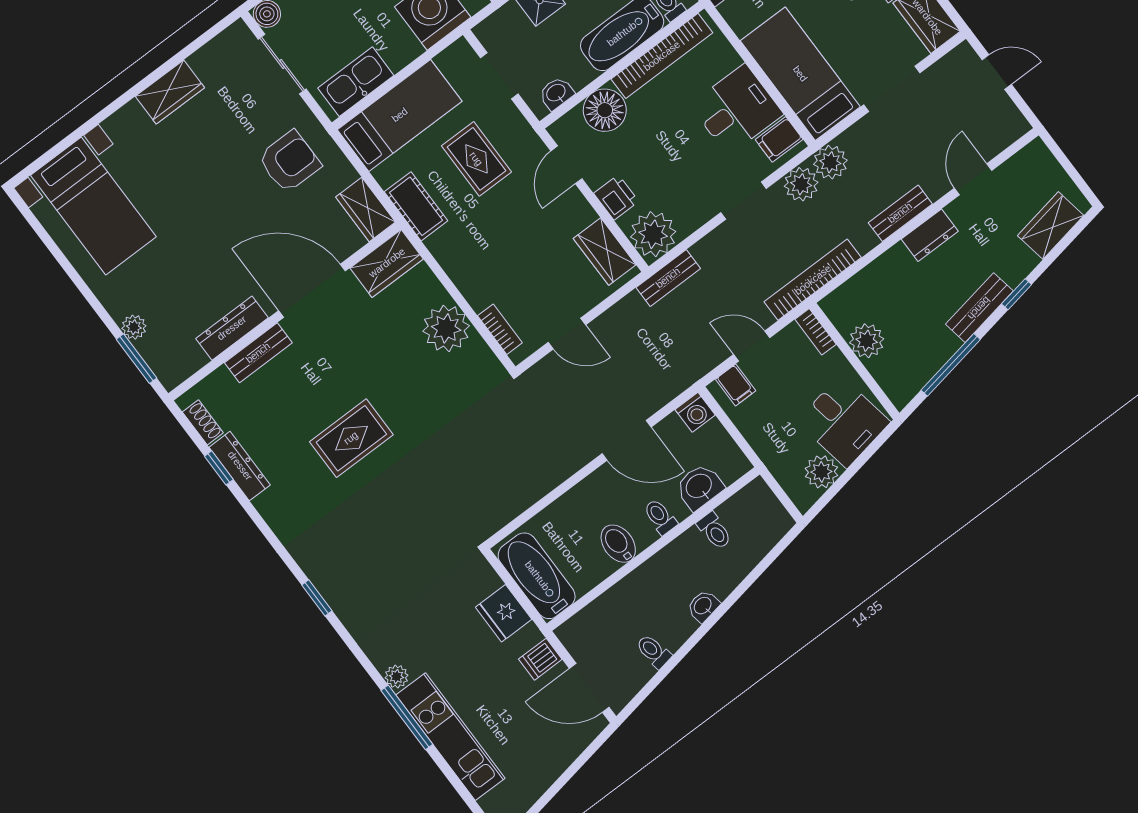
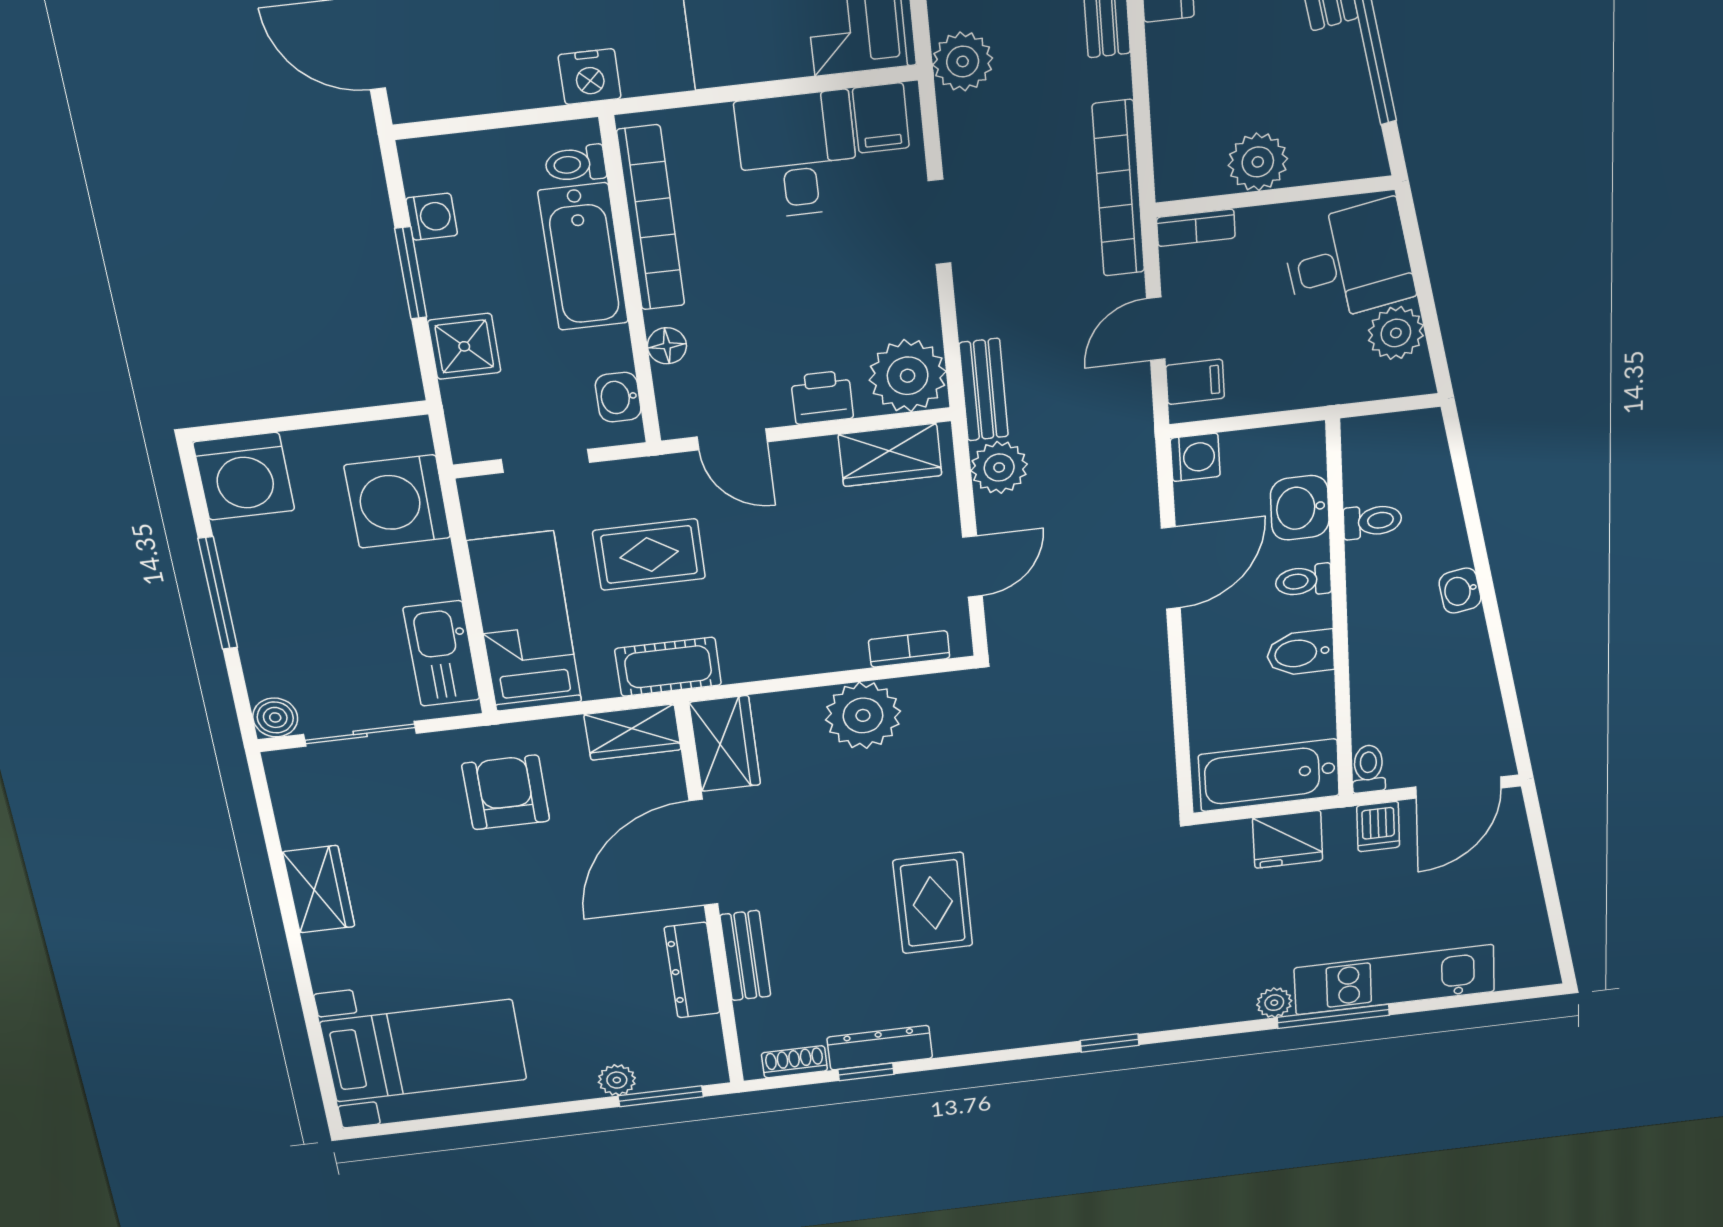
floor lamp: (605, 110) -> (667, 346), width x0.53, depth x0.53
plant: (801, 184) -> (999, 467), moved
toilet: (654, 651) -> (1369, 769), moved, turned 100

